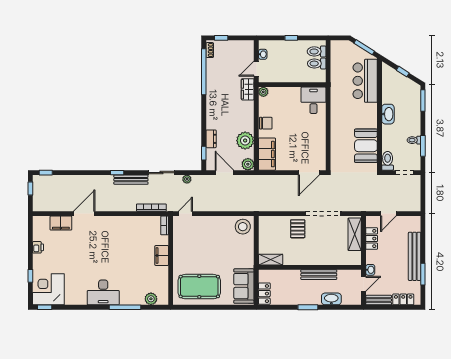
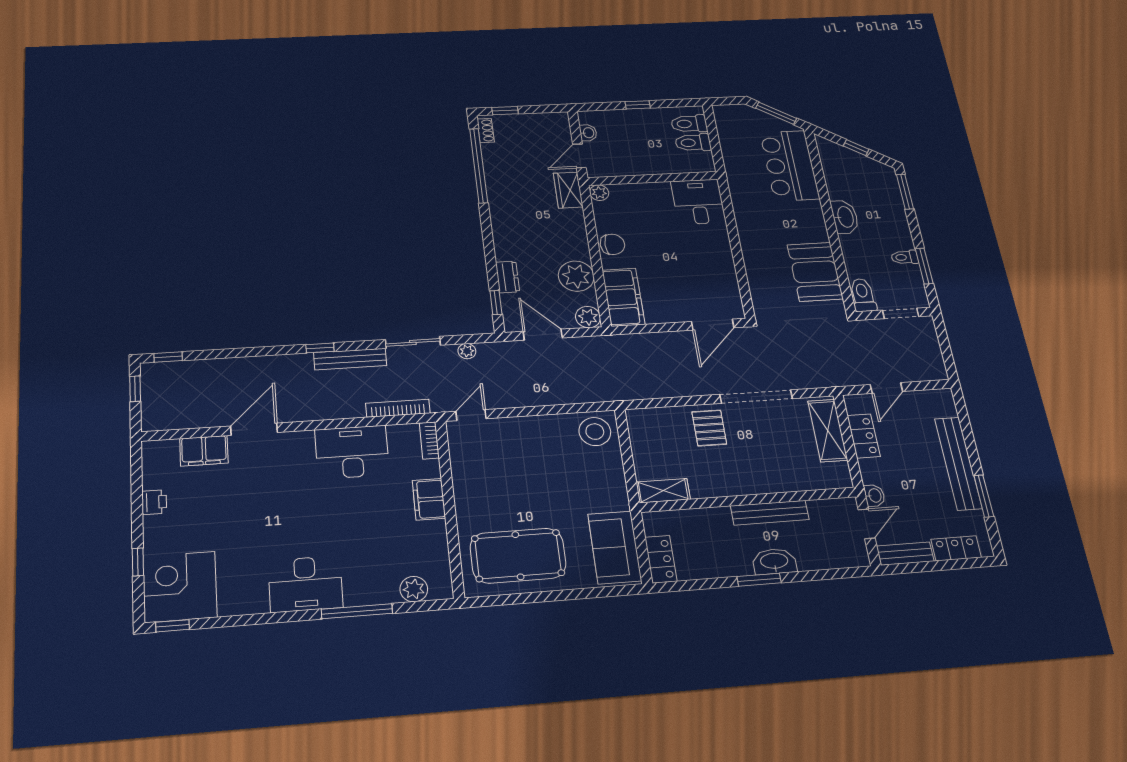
desk: (128, 229) -> (352, 452), added
washbasin: (331, 299) -> (774, 561), moved

